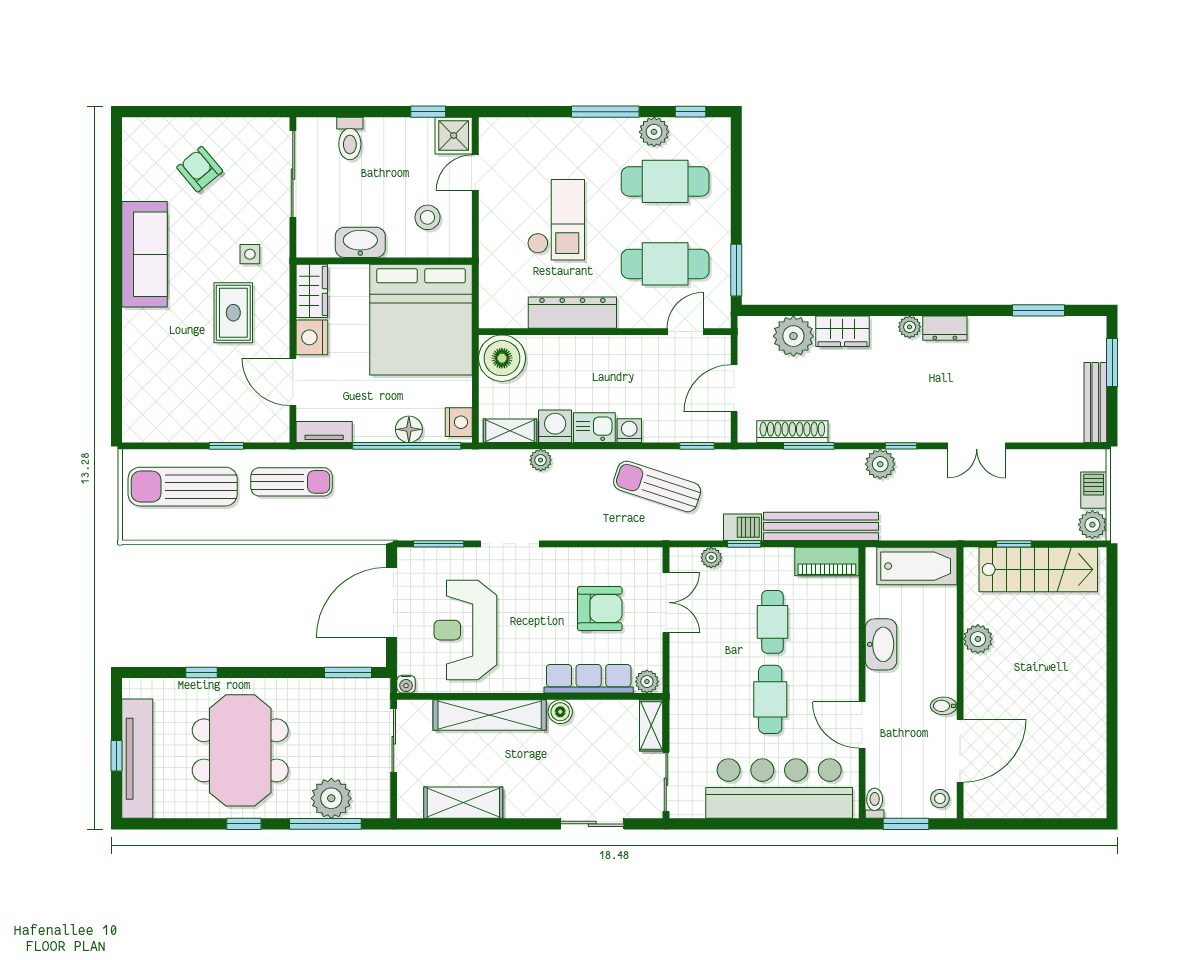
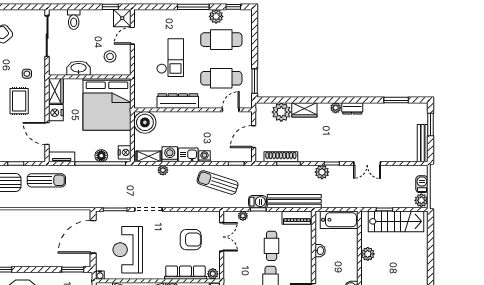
washbasin: (881, 644) -> (320, 251), width x0.52, depth x0.69

